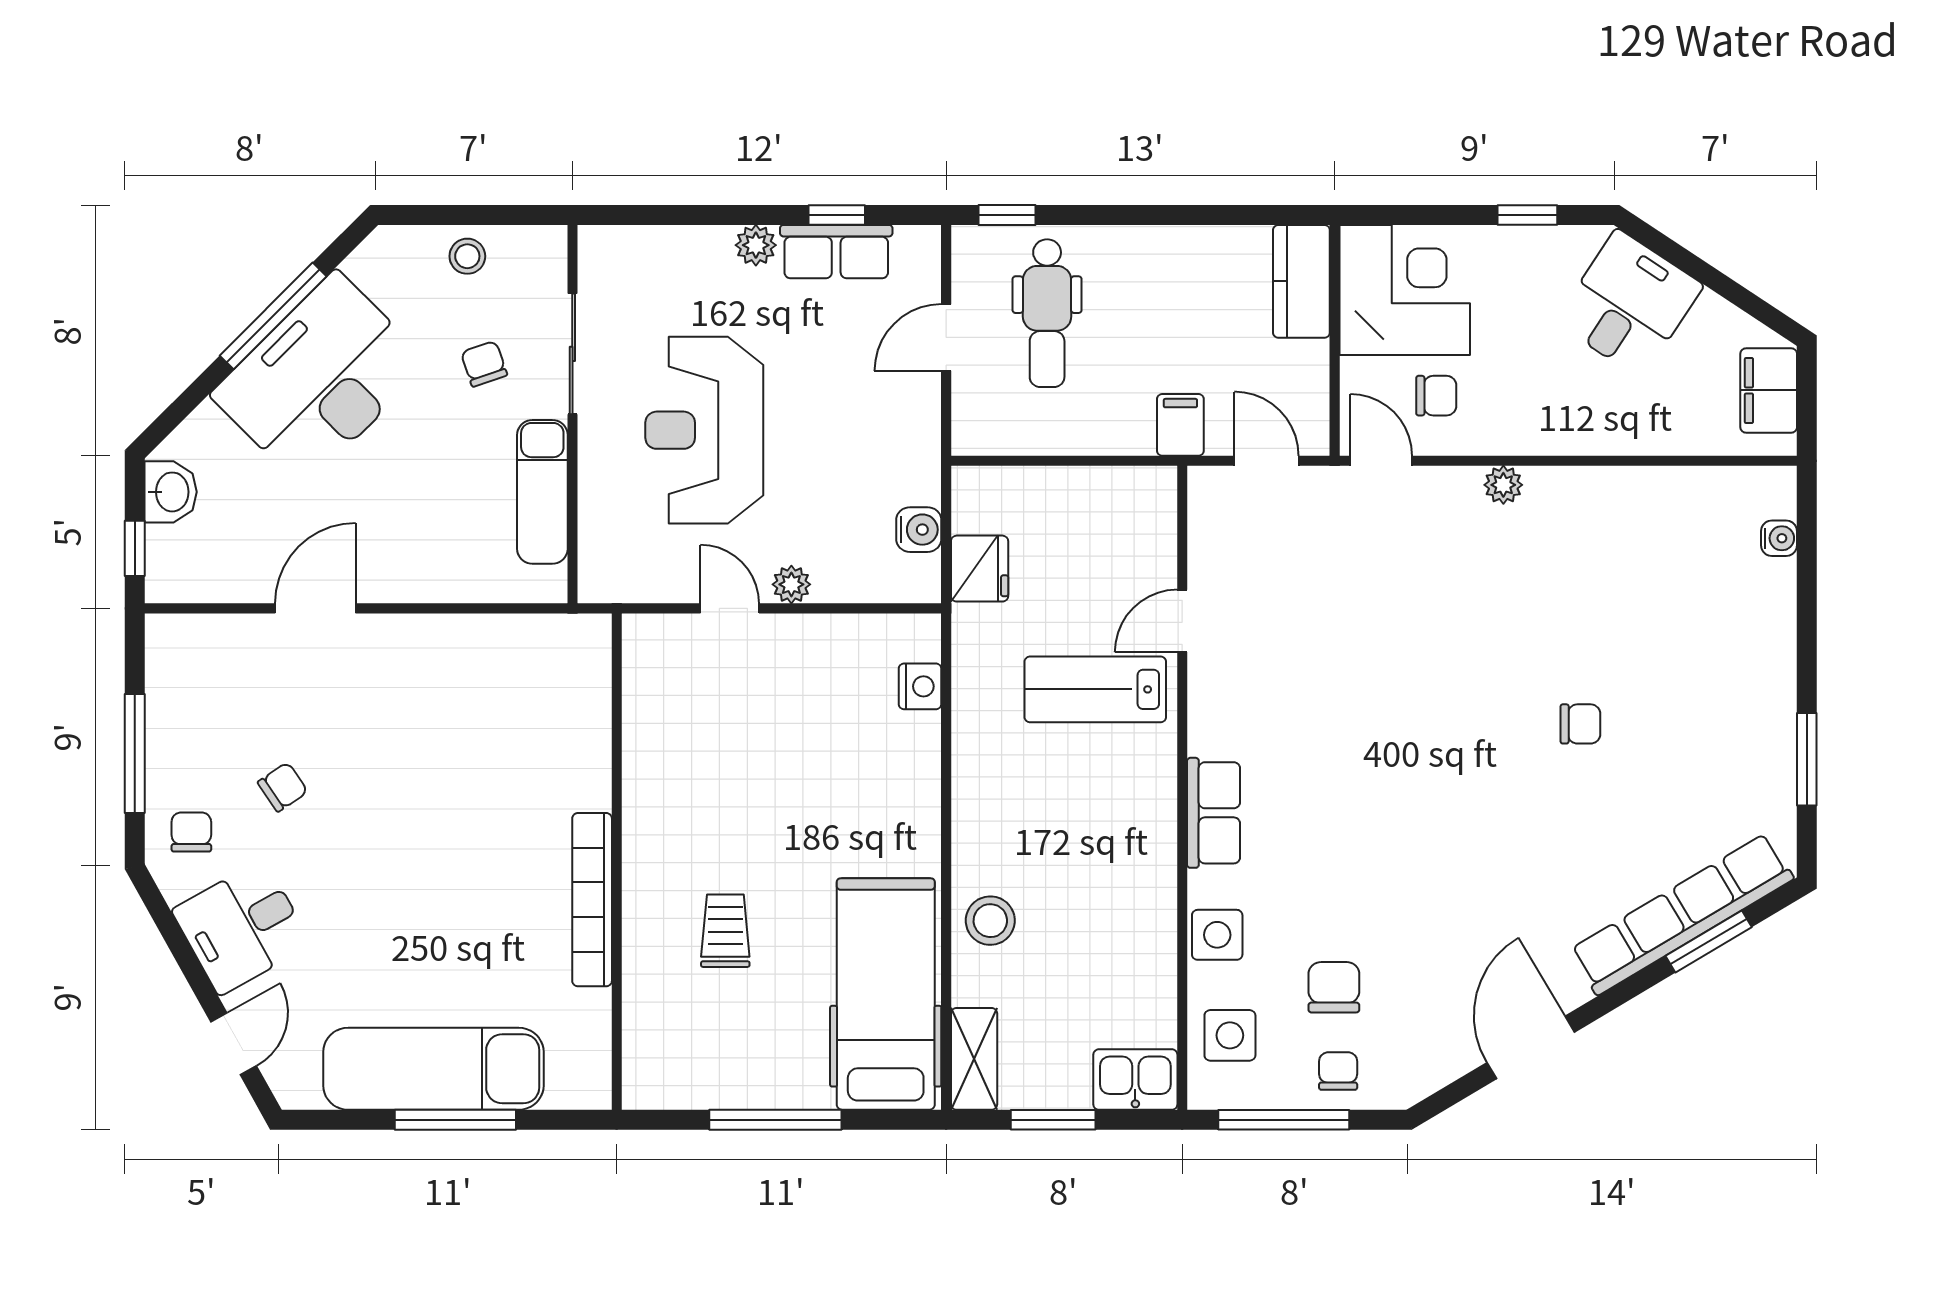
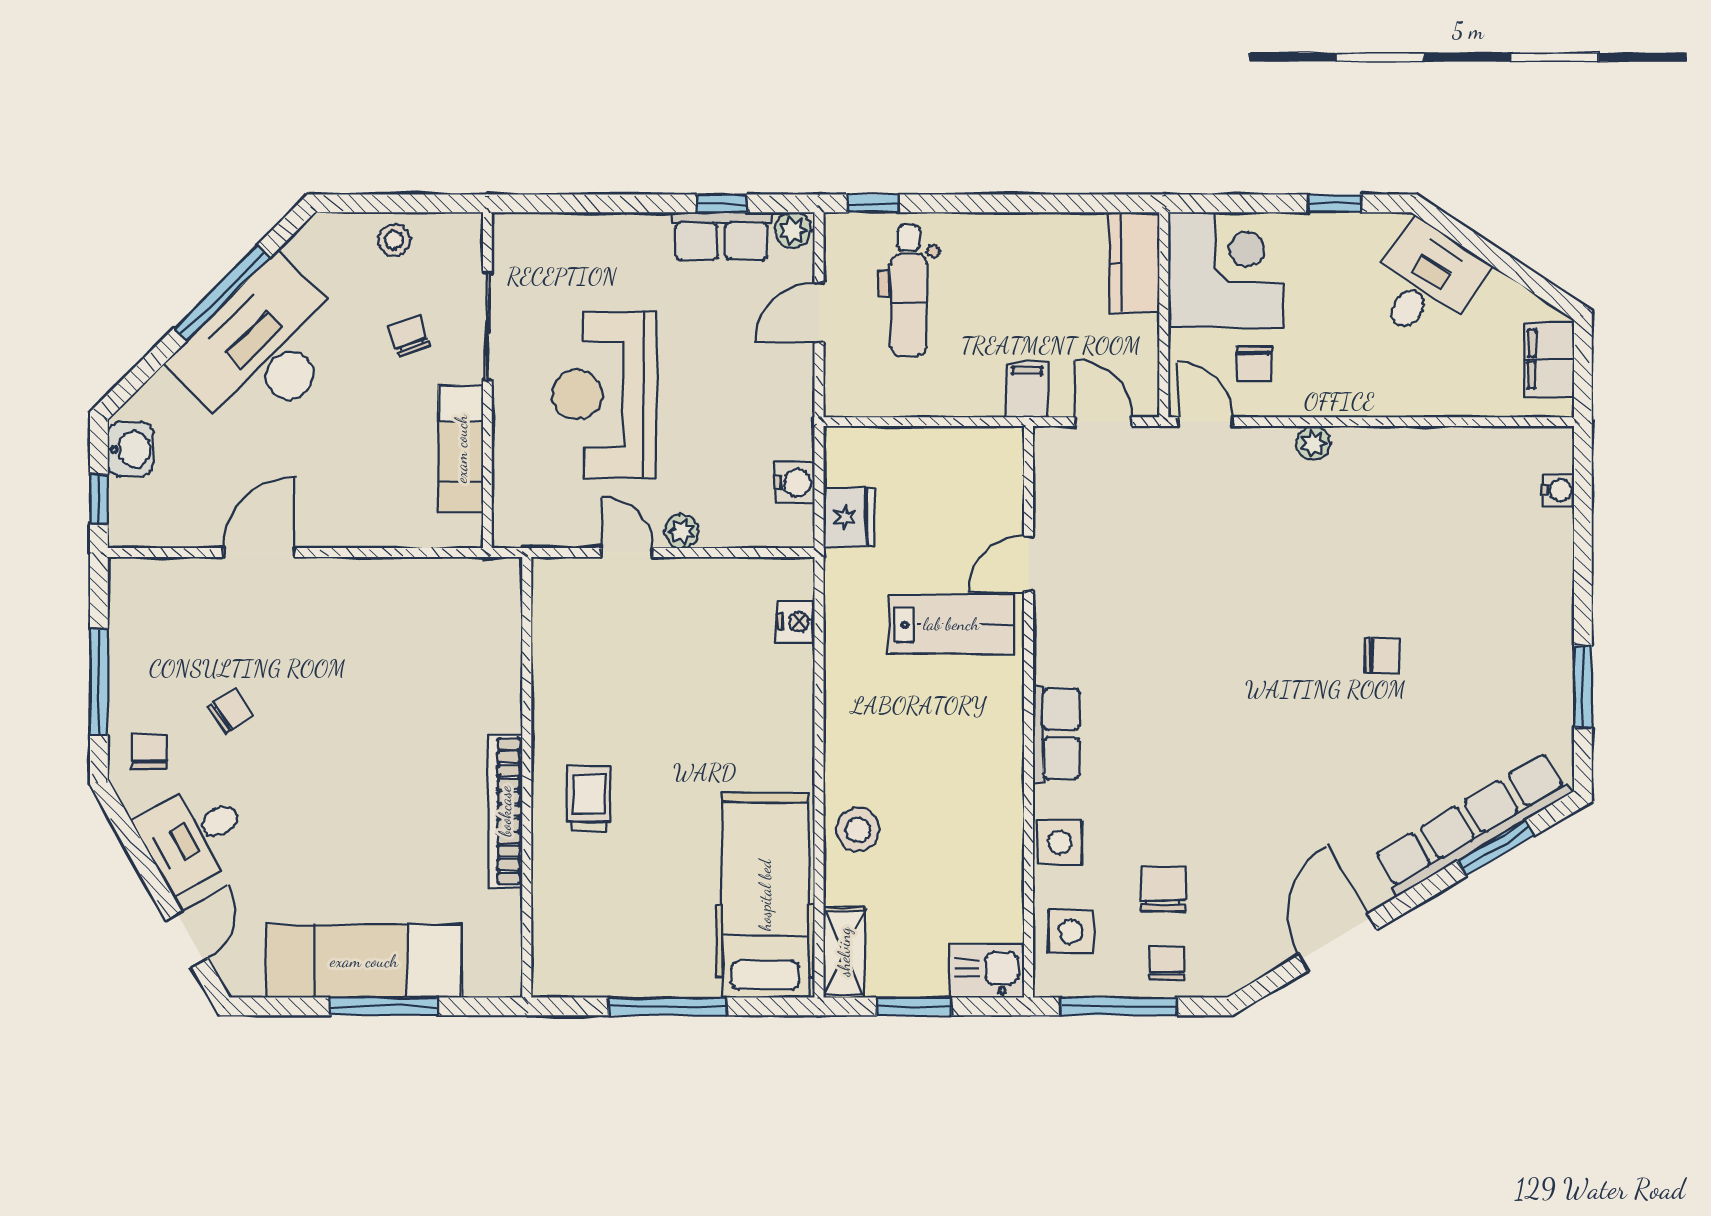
plant: (756, 245) -> (793, 230), moved
chair: (1436, 396) -> (1254, 364), turned 90
lab bench: (1095, 689) -> (951, 624), turned 180
trolley: (725, 931) -> (589, 799), moved

